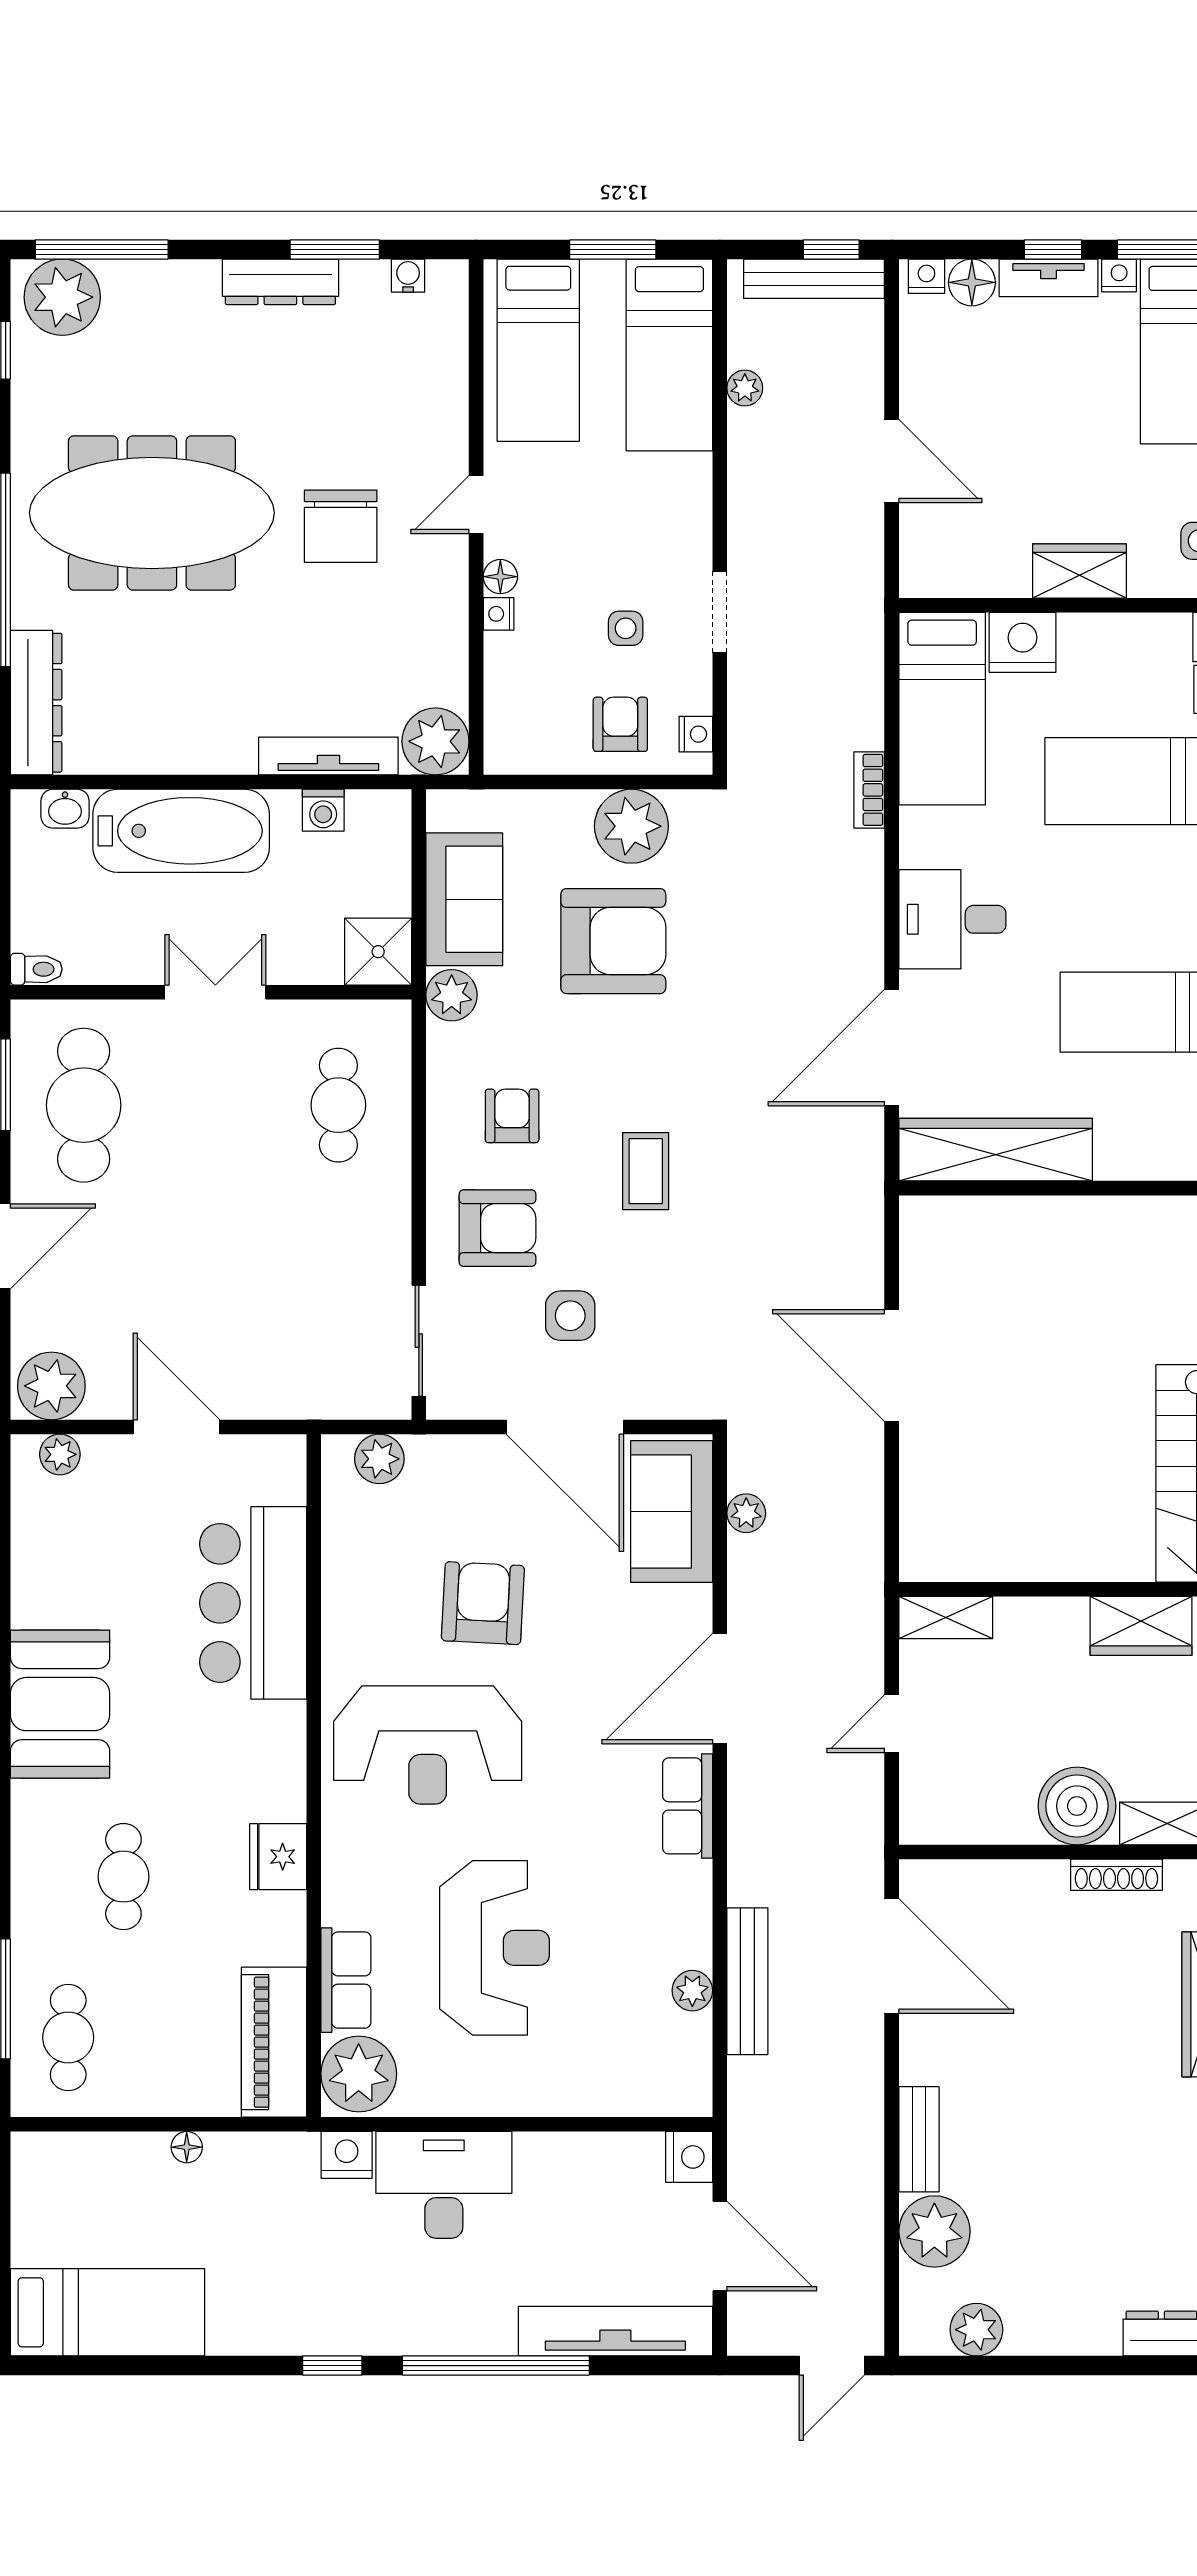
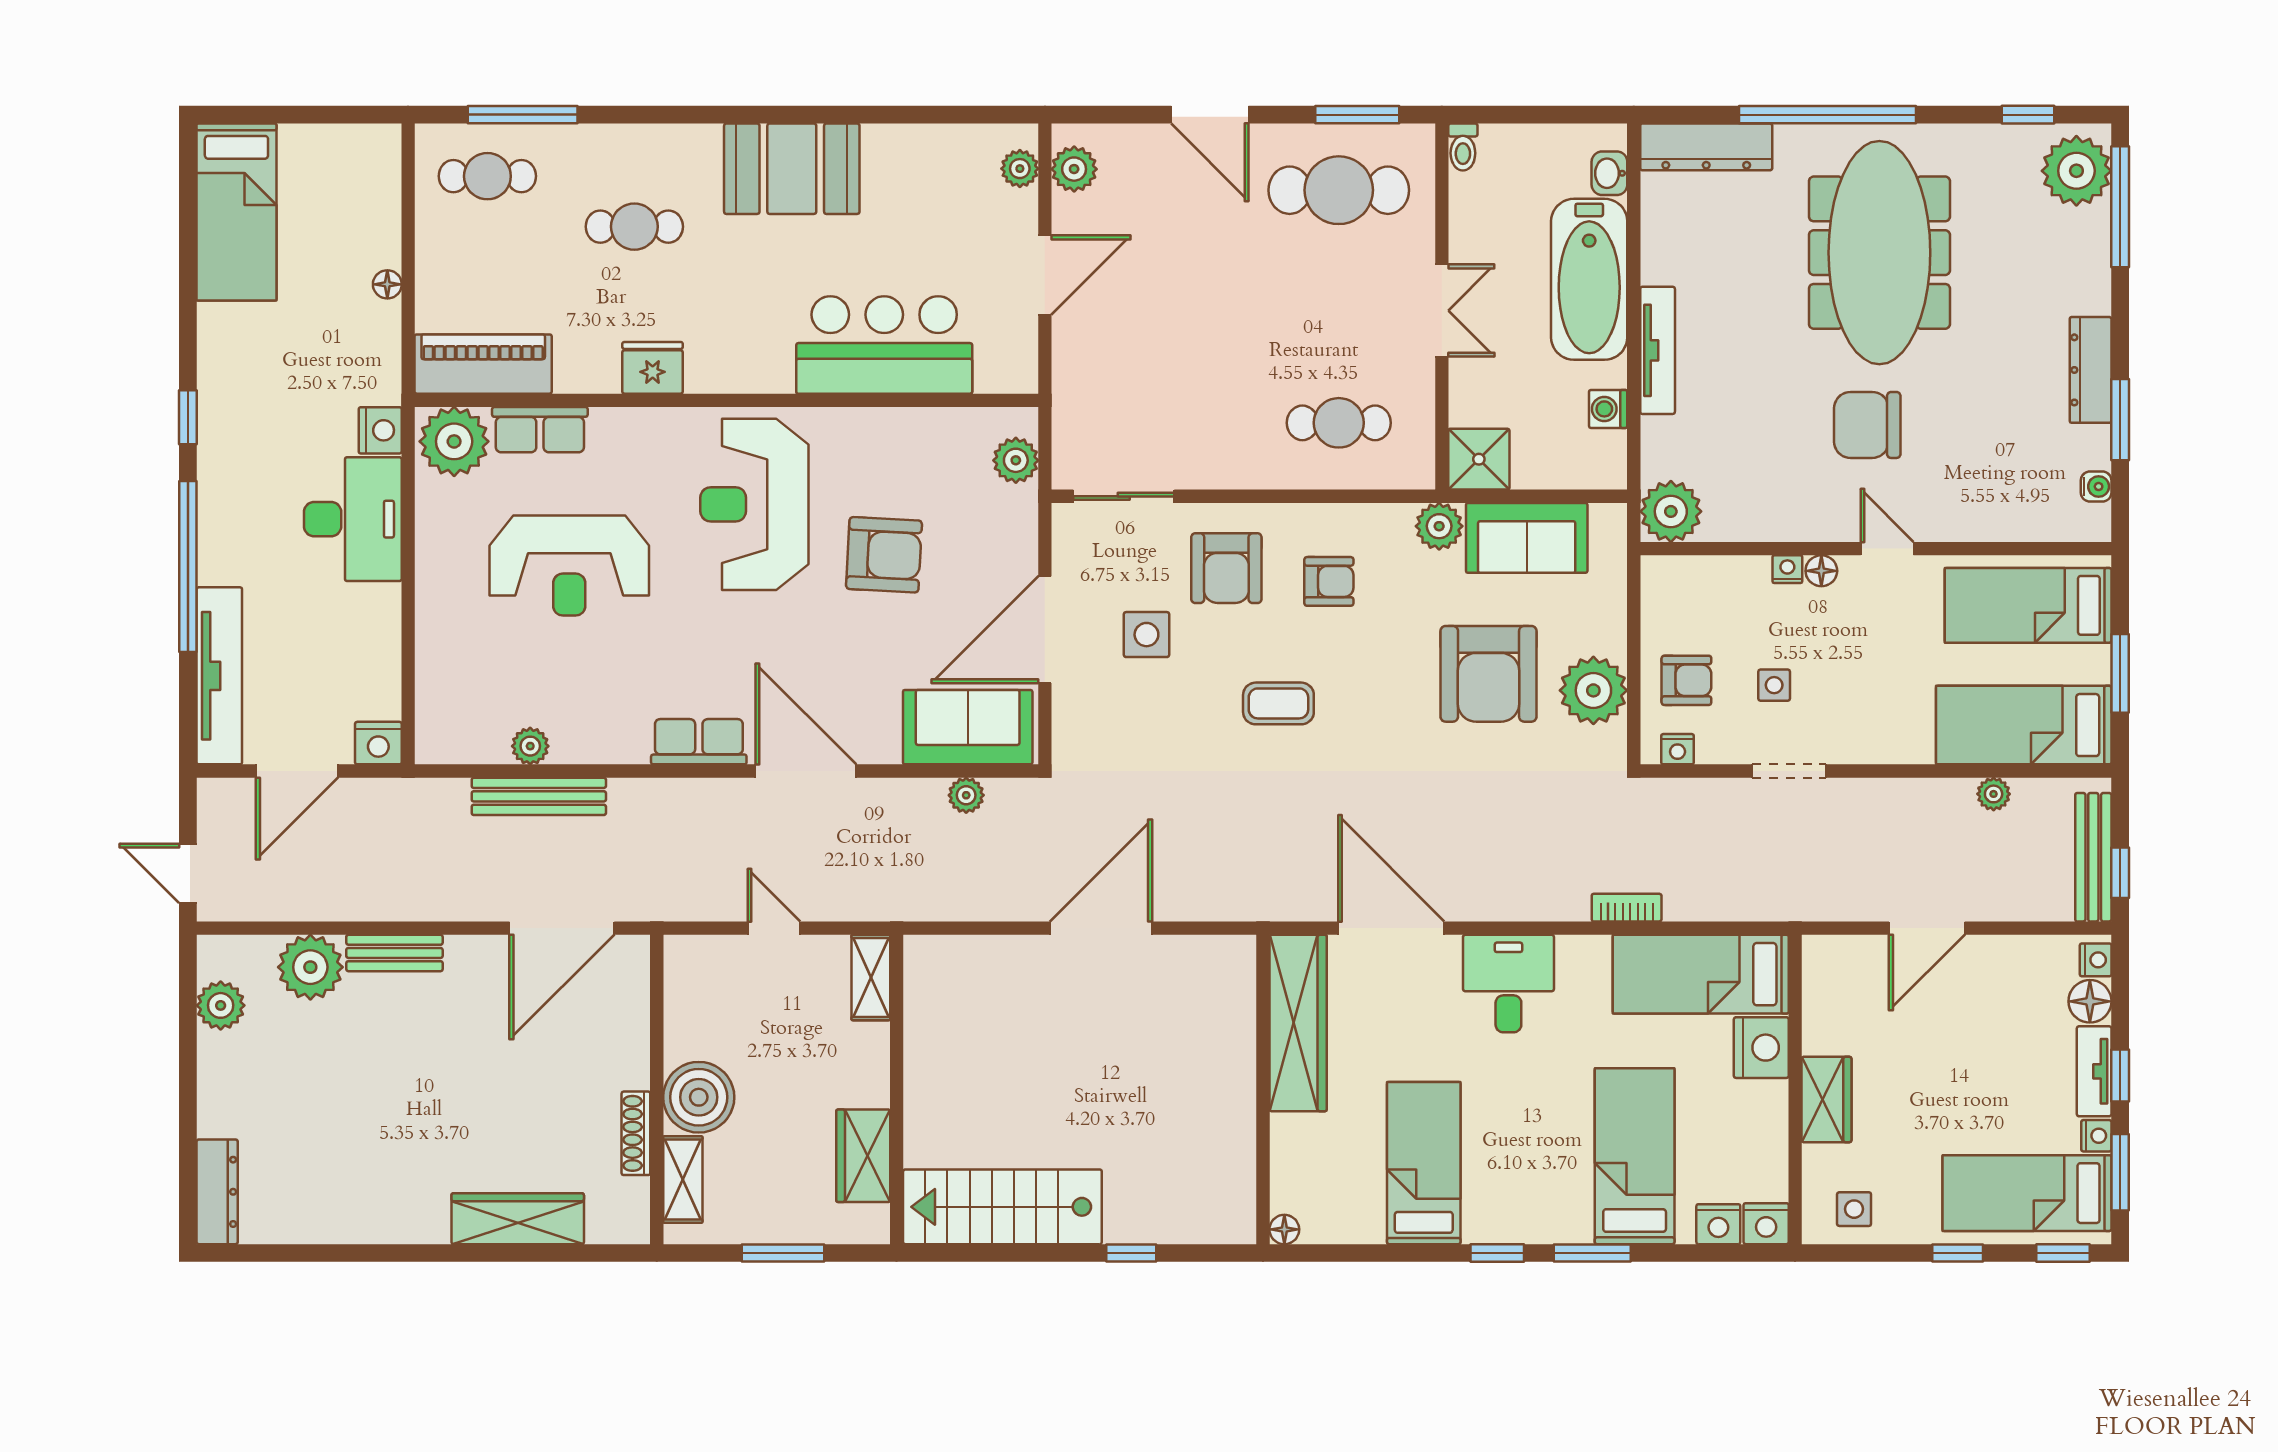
tv unit: (328, 756) -> (1658, 350), moved
plant: (51, 1386) -> (1074, 169), width x0.73, depth x0.73

